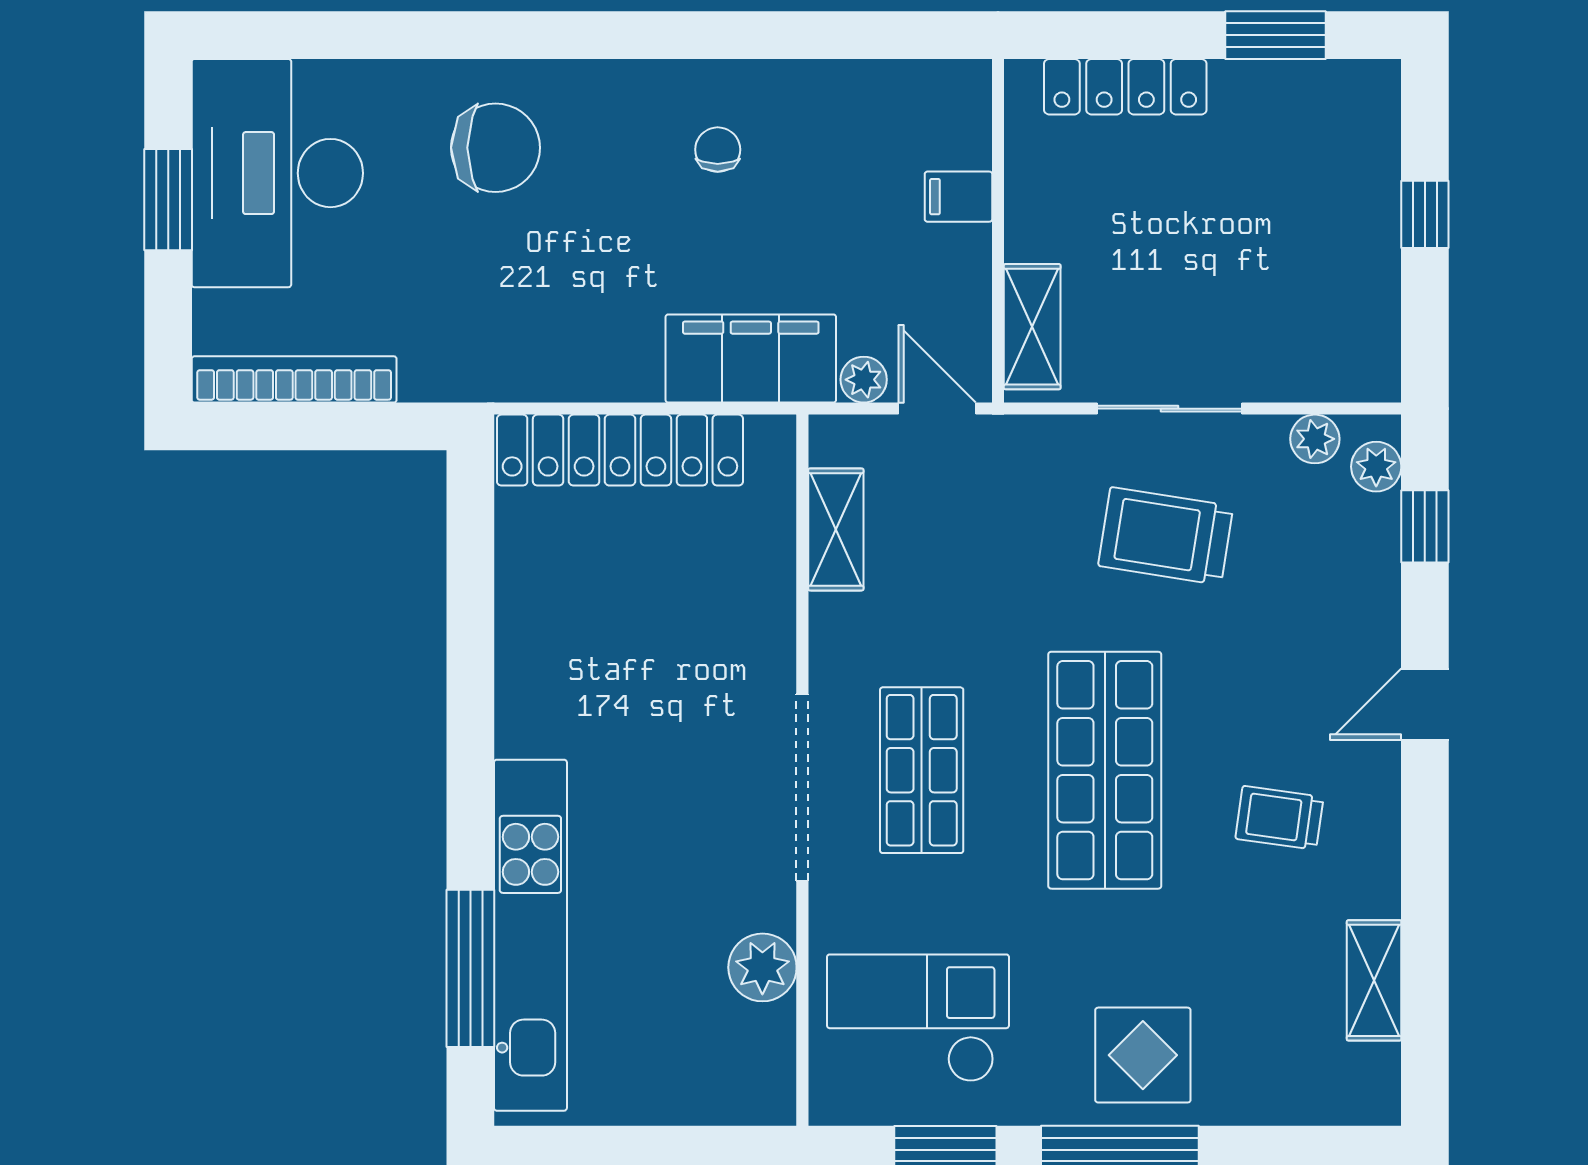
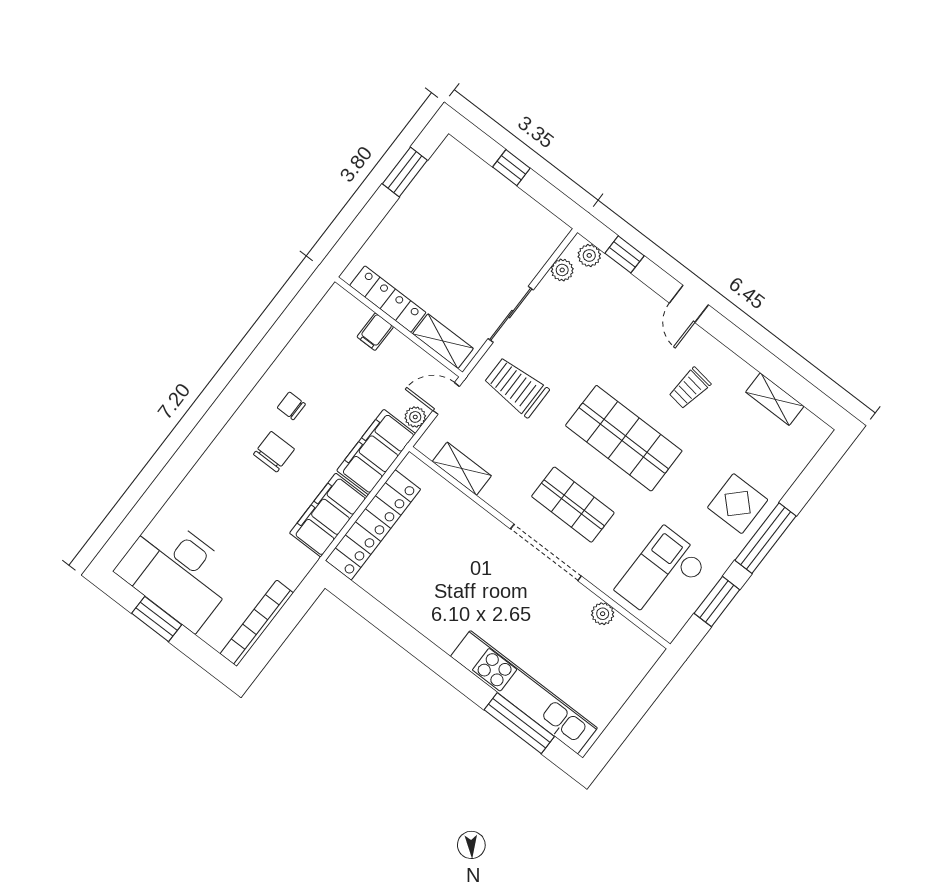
locker: (1125, 87) -> (388, 299), moved, turned -90
chair: (496, 148) -> (274, 452), moved, width x0.73, depth x0.73
filing cabinet: (577, 359) -> (328, 515), added
trolley: (1166, 536) -> (516, 387), moved, turned 81
plant: (762, 967) -> (603, 614), width x0.73, depth x0.73

